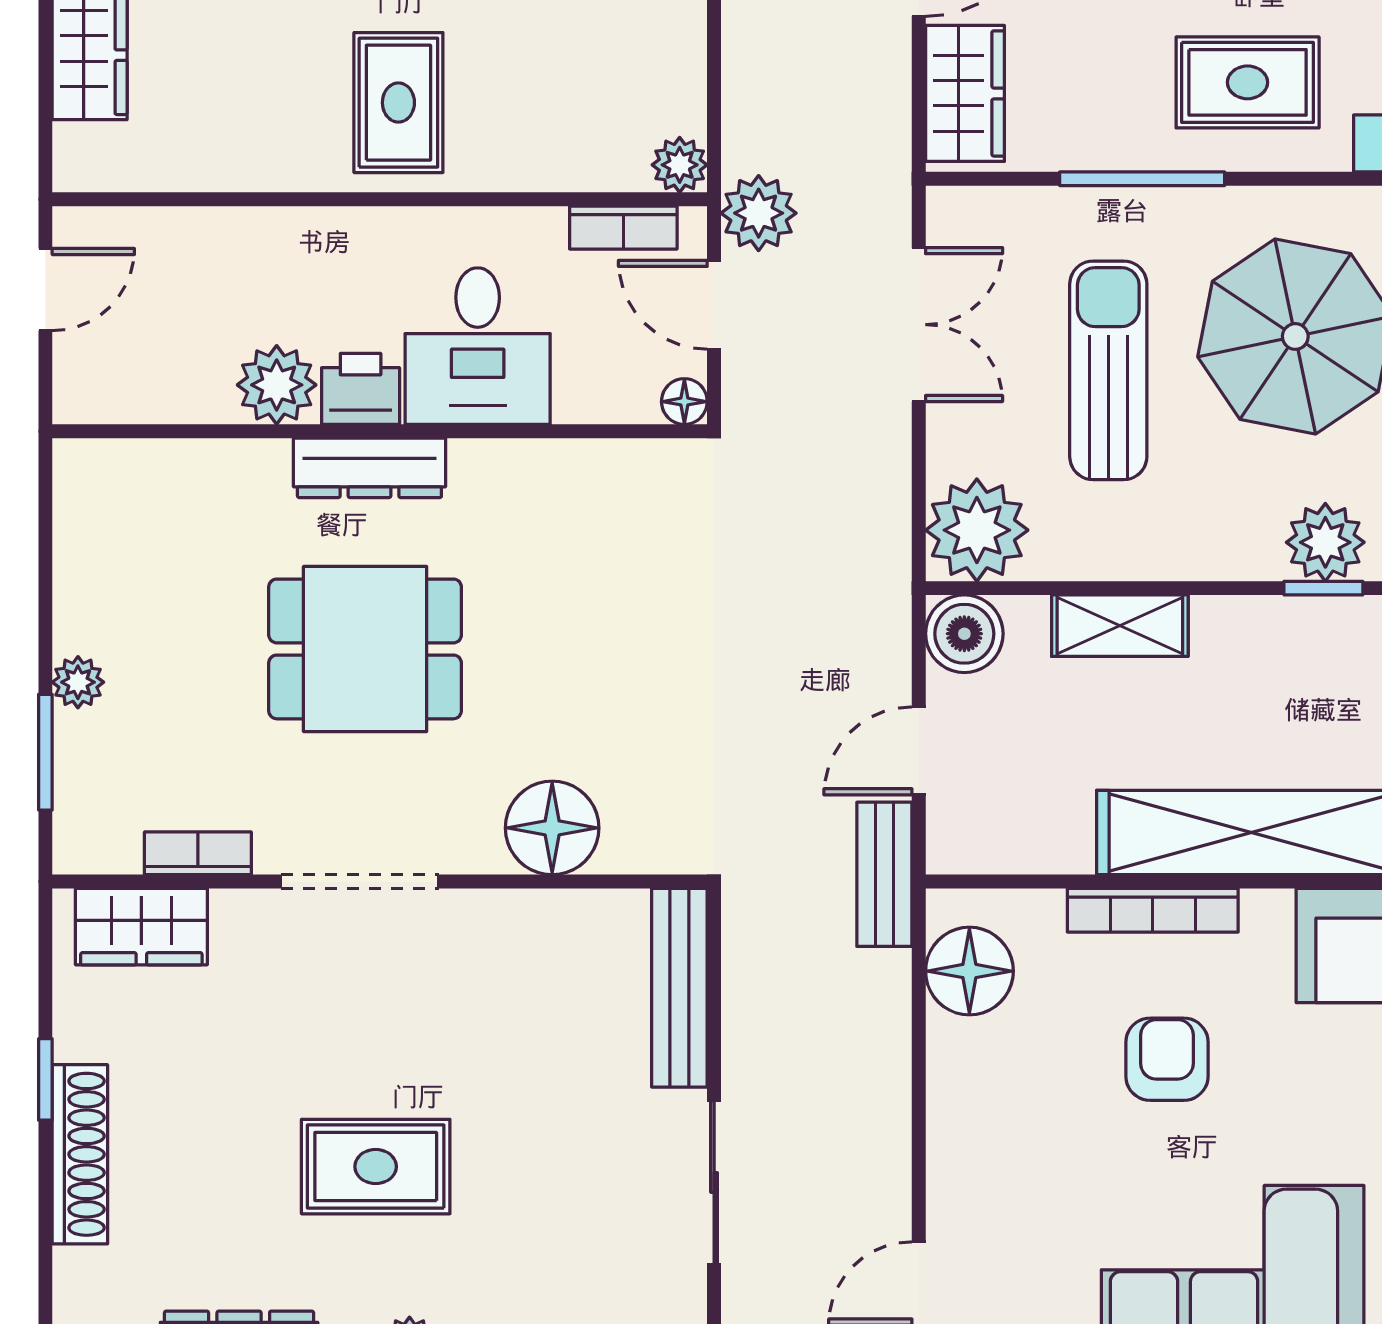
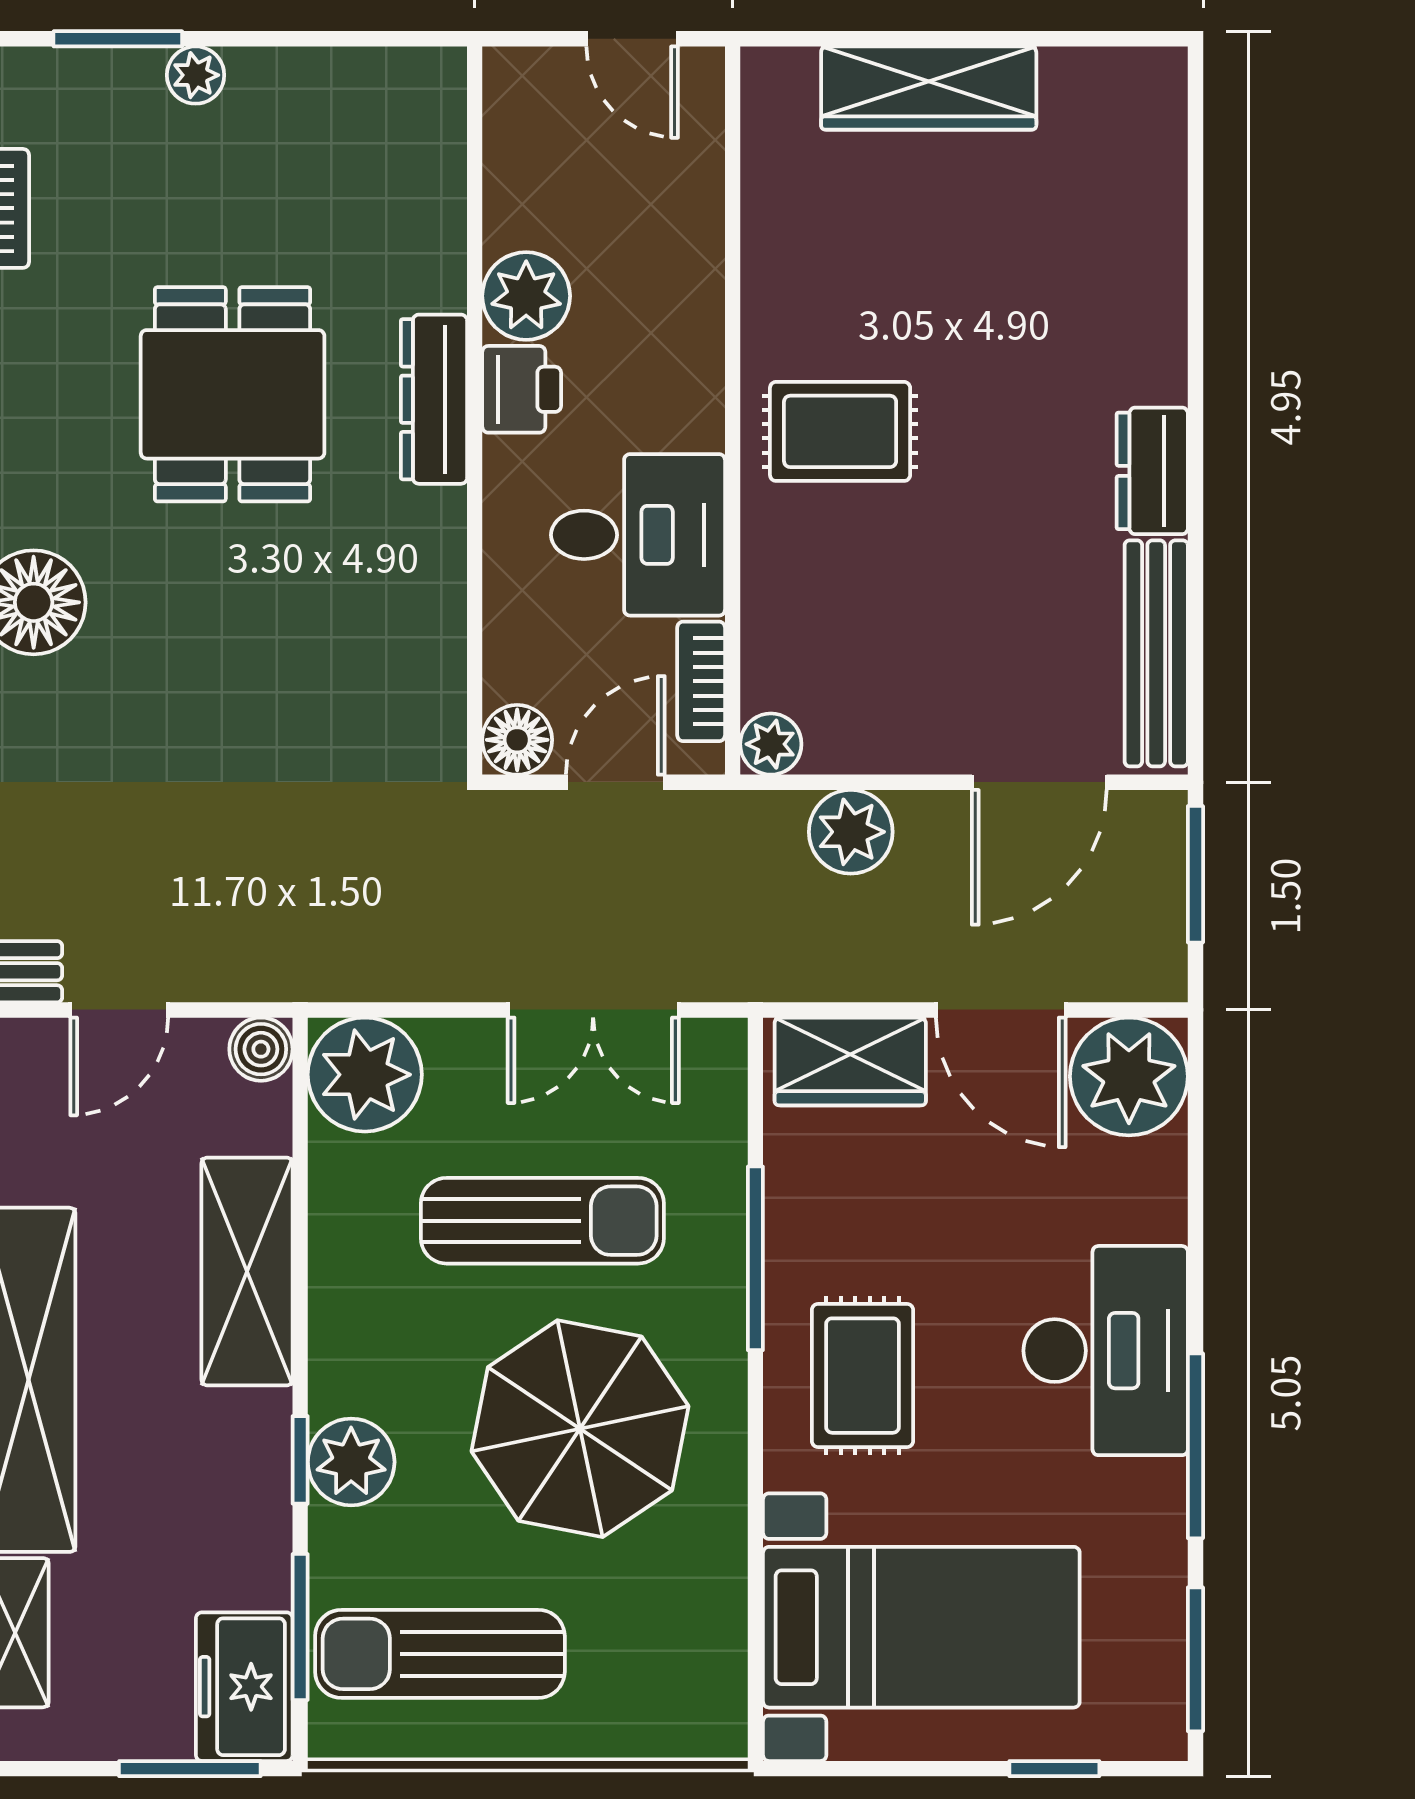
plant: (759, 213) -> (851, 832), moved
desk: (478, 346) -> (638, 535), moved, turned 180
floor lamp: (684, 402) -> (517, 740), width x1.37, depth x1.37
shelving: (1120, 626) -> (247, 1271), width x1.50, depth x1.33
boiler: (964, 634) -> (261, 1049), width x0.73, depth x0.73
door: (919, 751) -> (119, 1010), swing flipped

